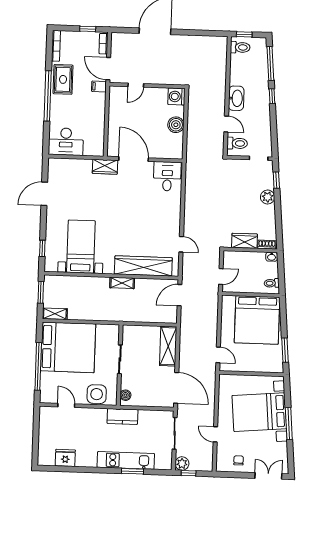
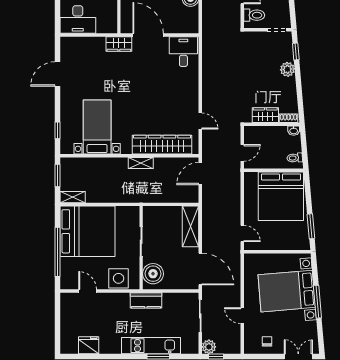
boiler: (125, 395) -> (153, 274), width x1.86, depth x1.86

